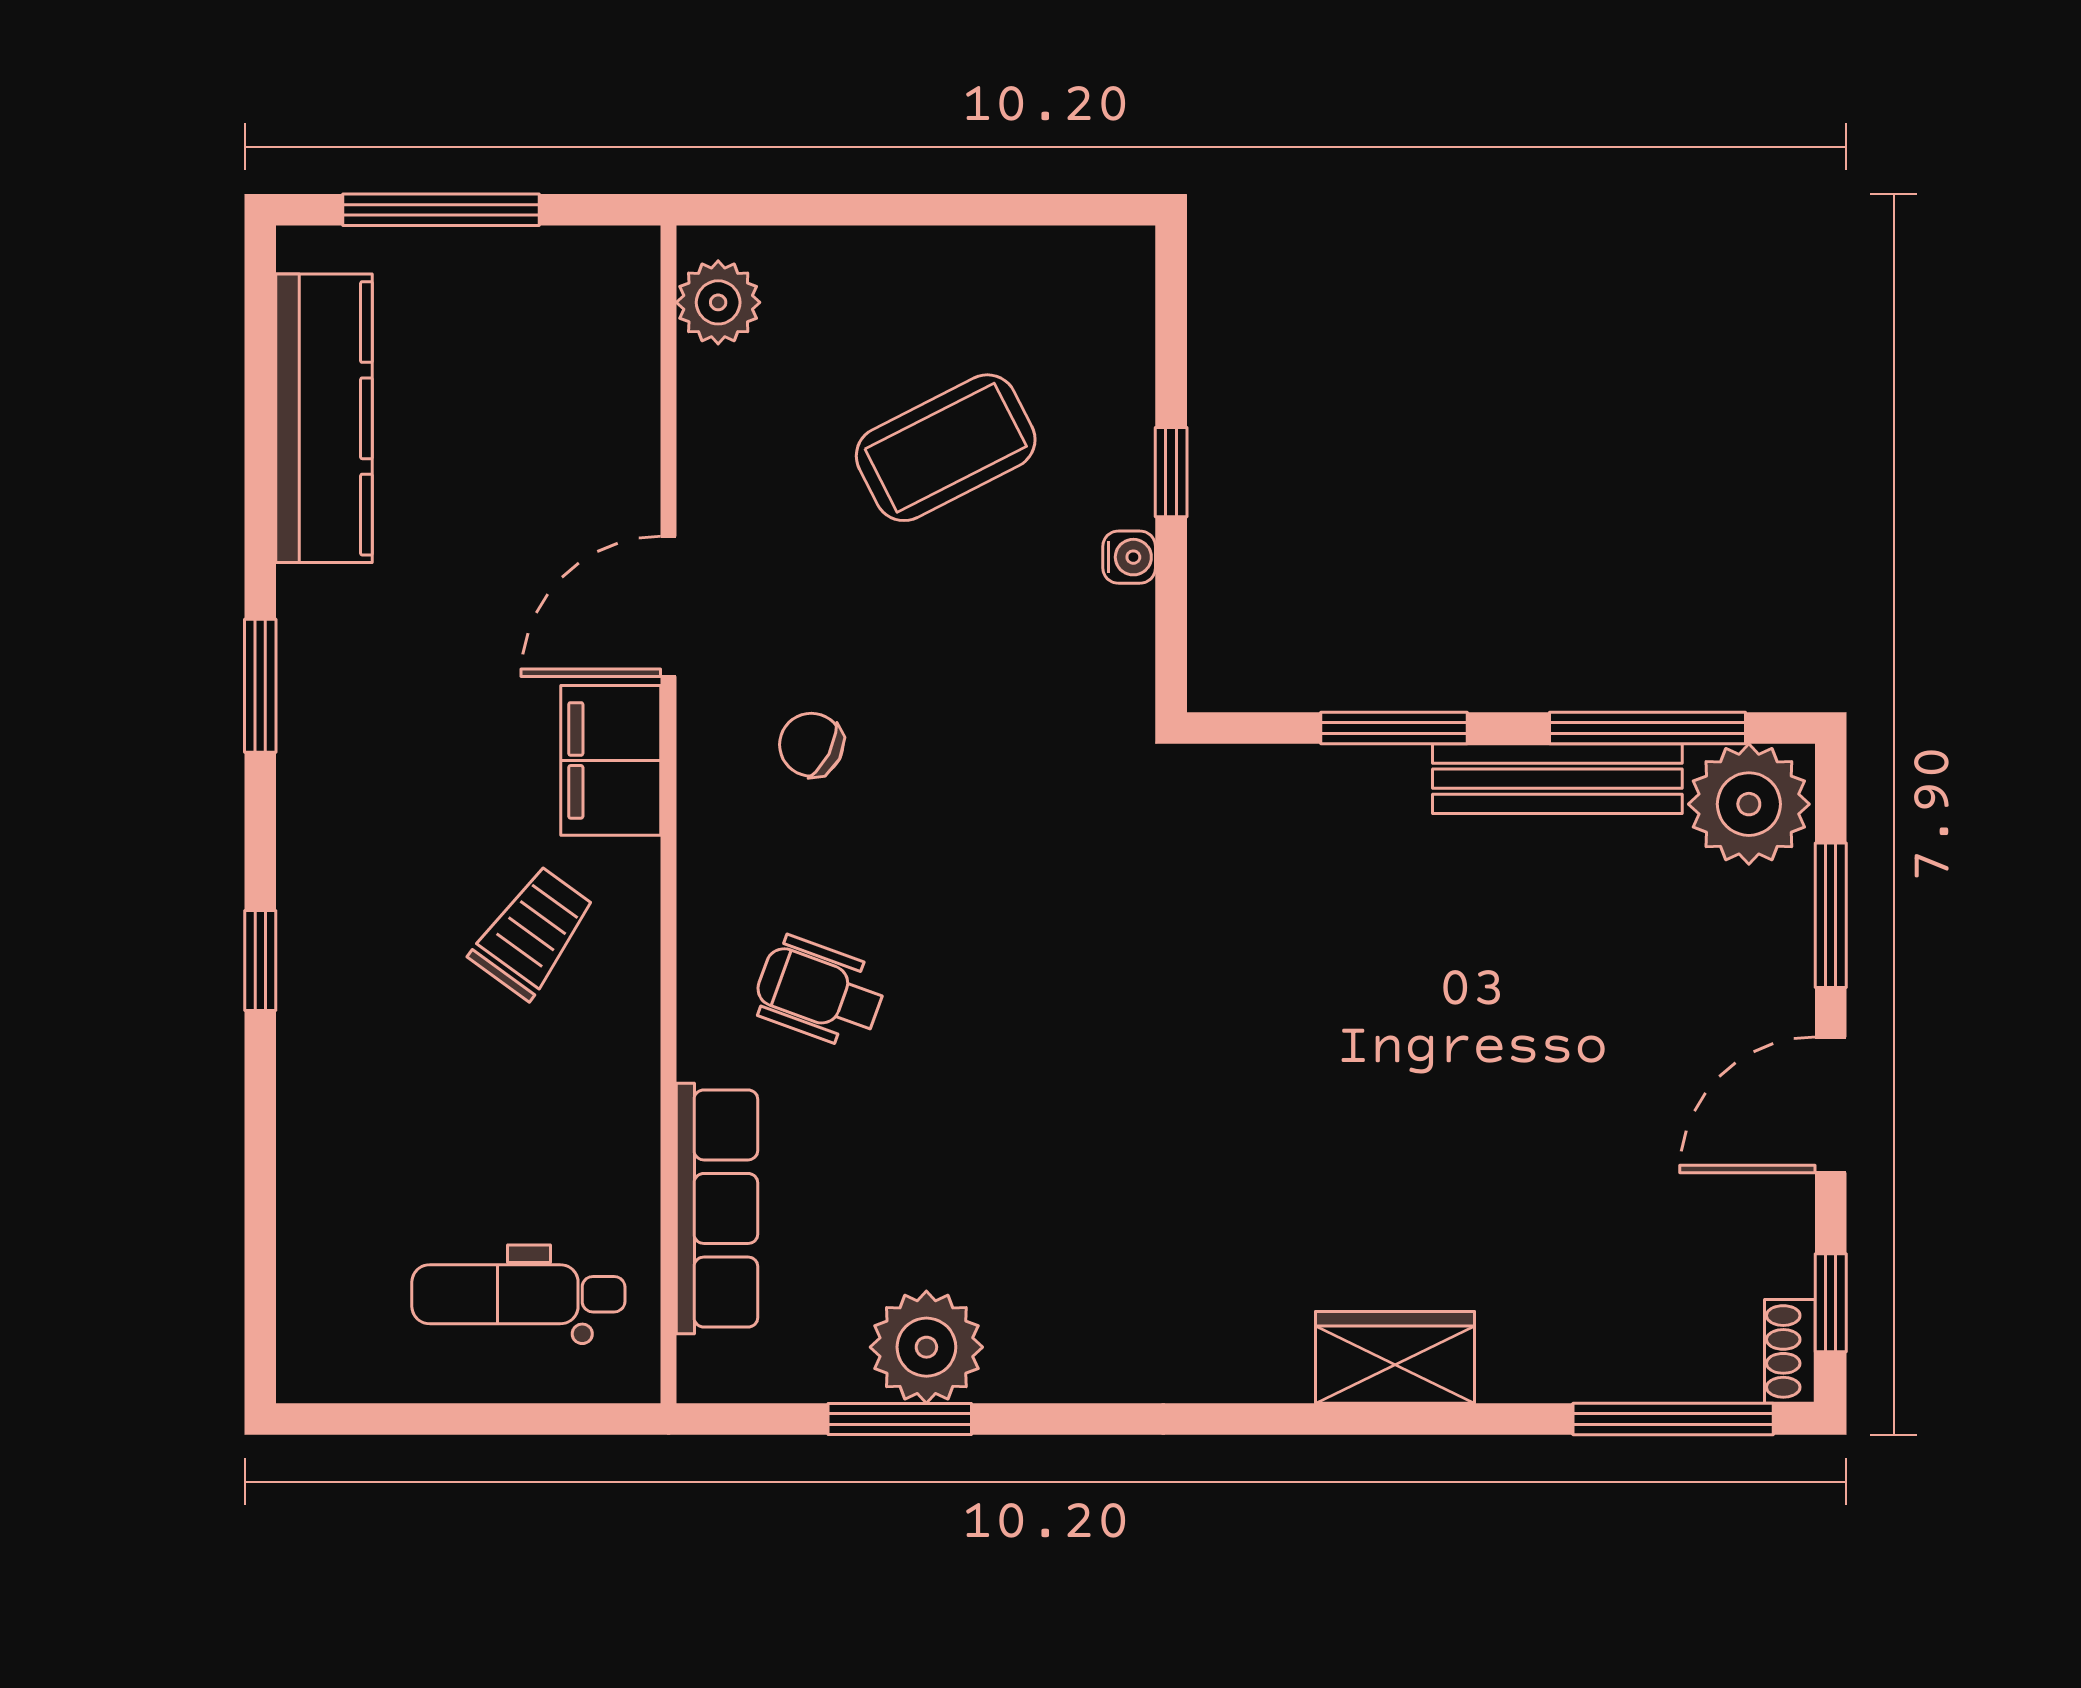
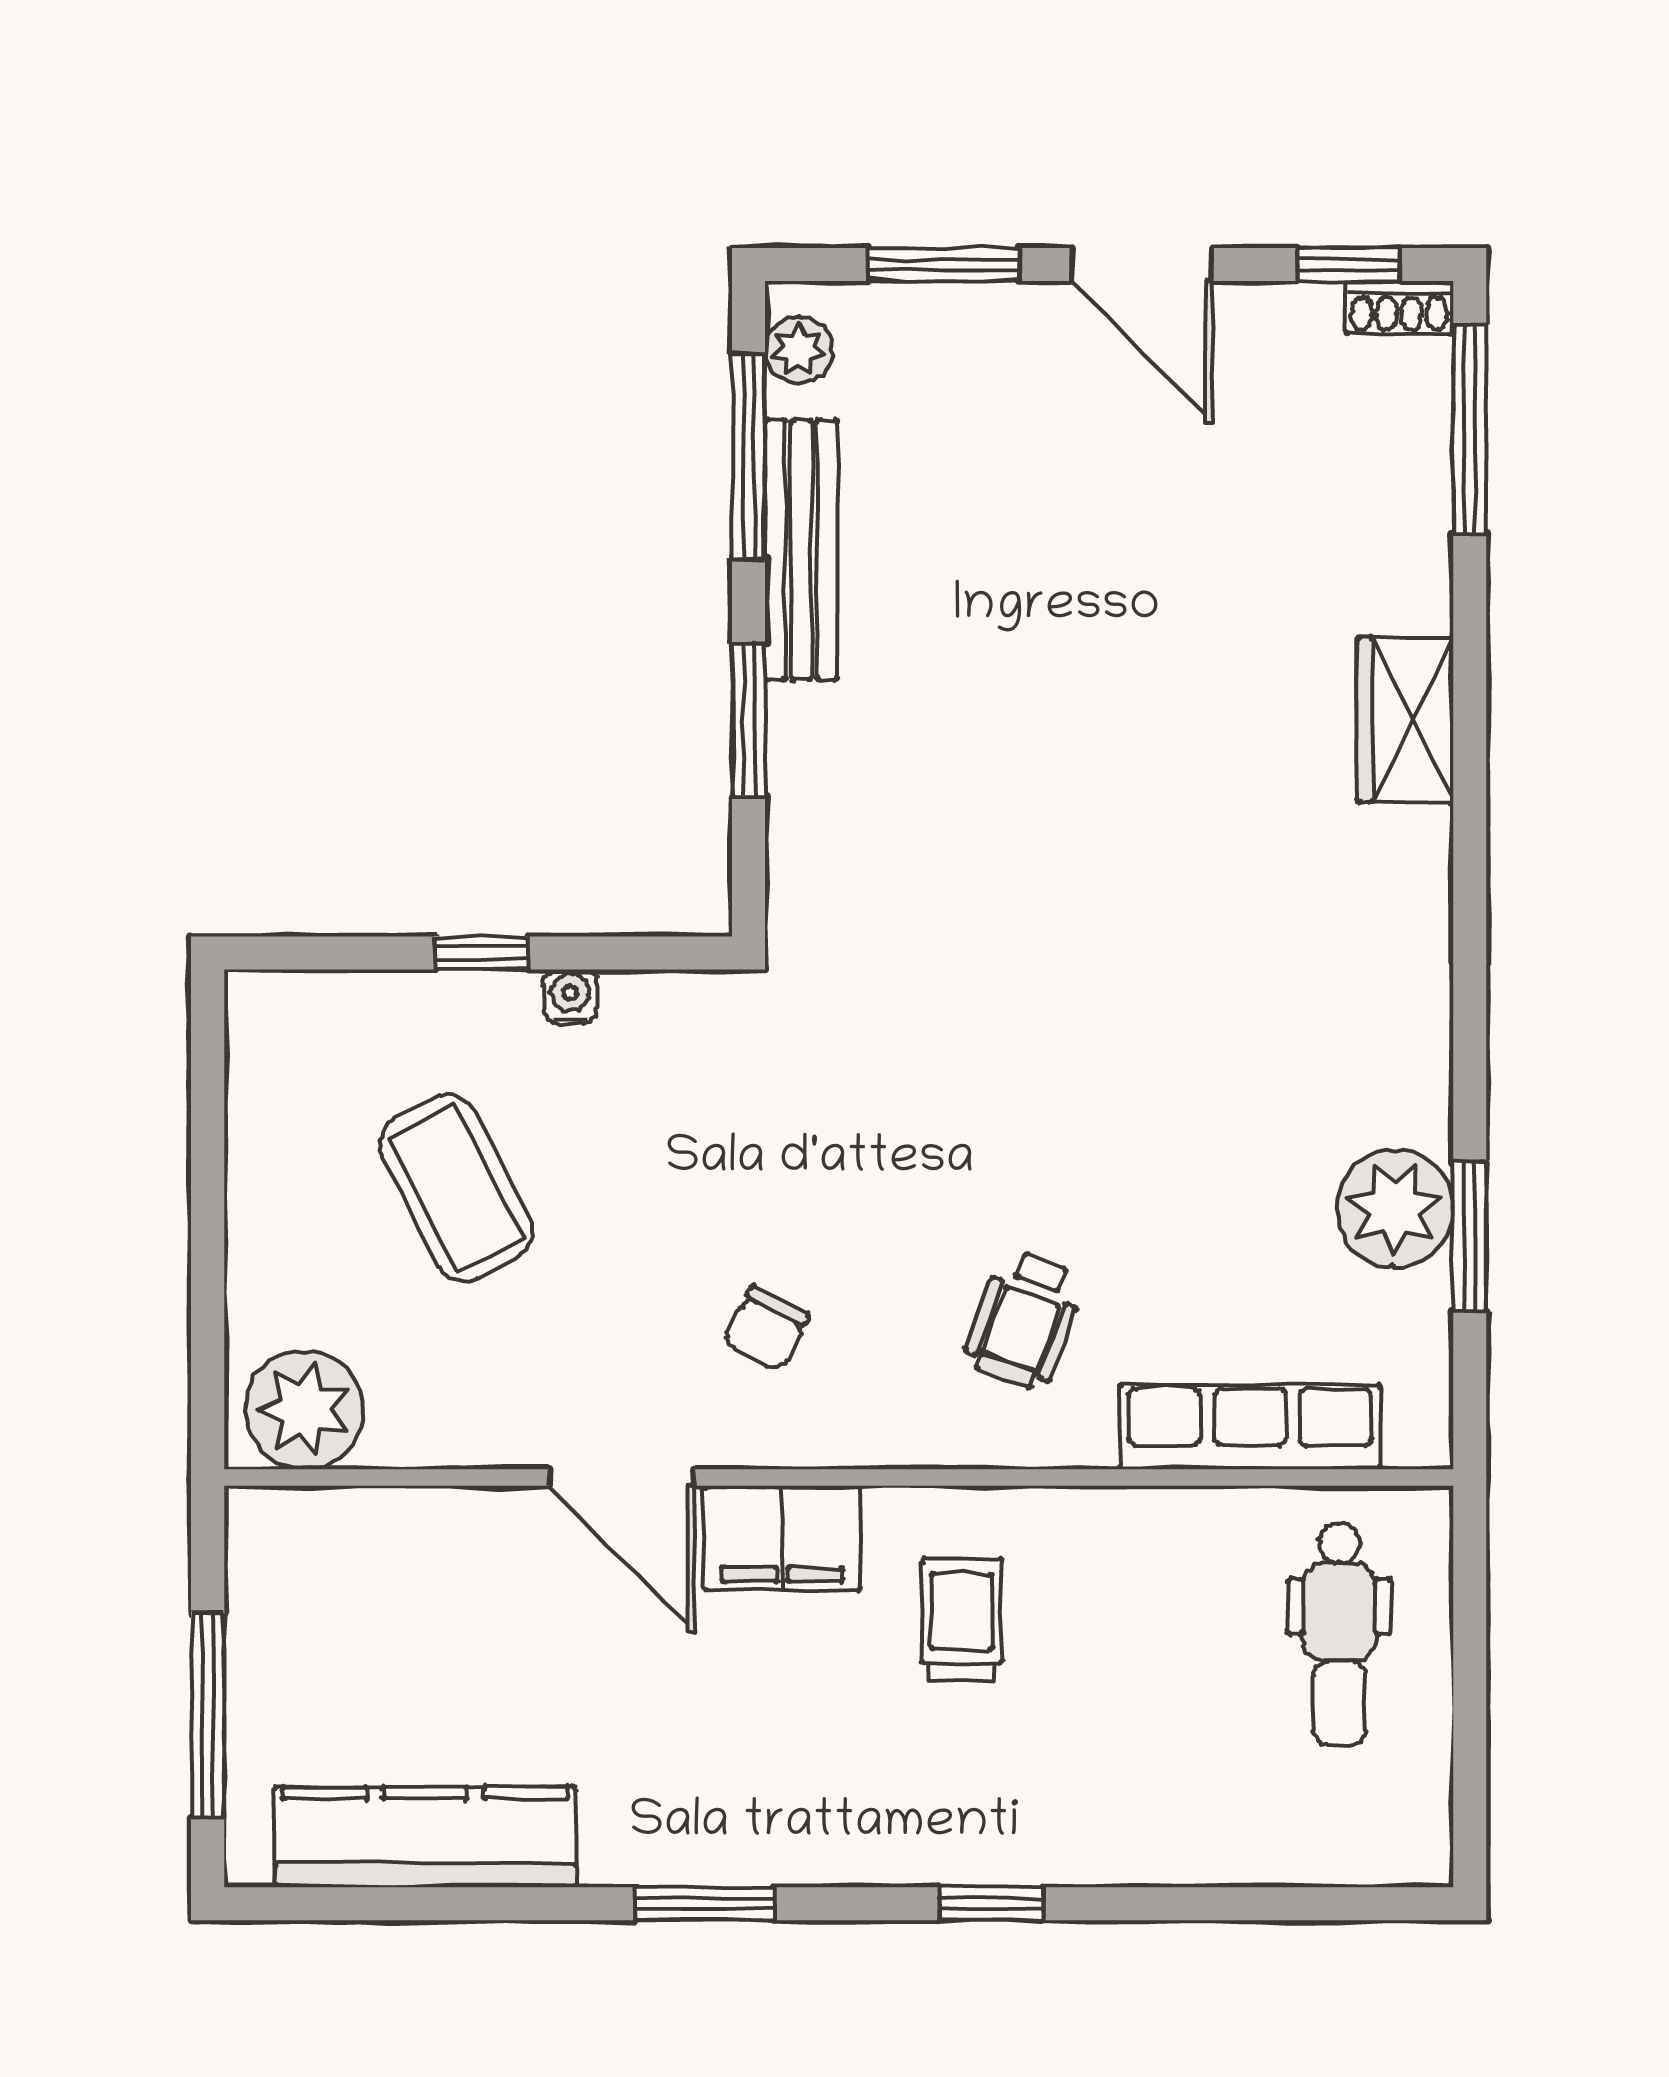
plant: (718, 302) -> (304, 1410), width x1.36, depth x1.36
plant: (1749, 804) -> (799, 350), width x0.53, depth x0.53
trolley: (532, 932) -> (962, 1620), turned 54

